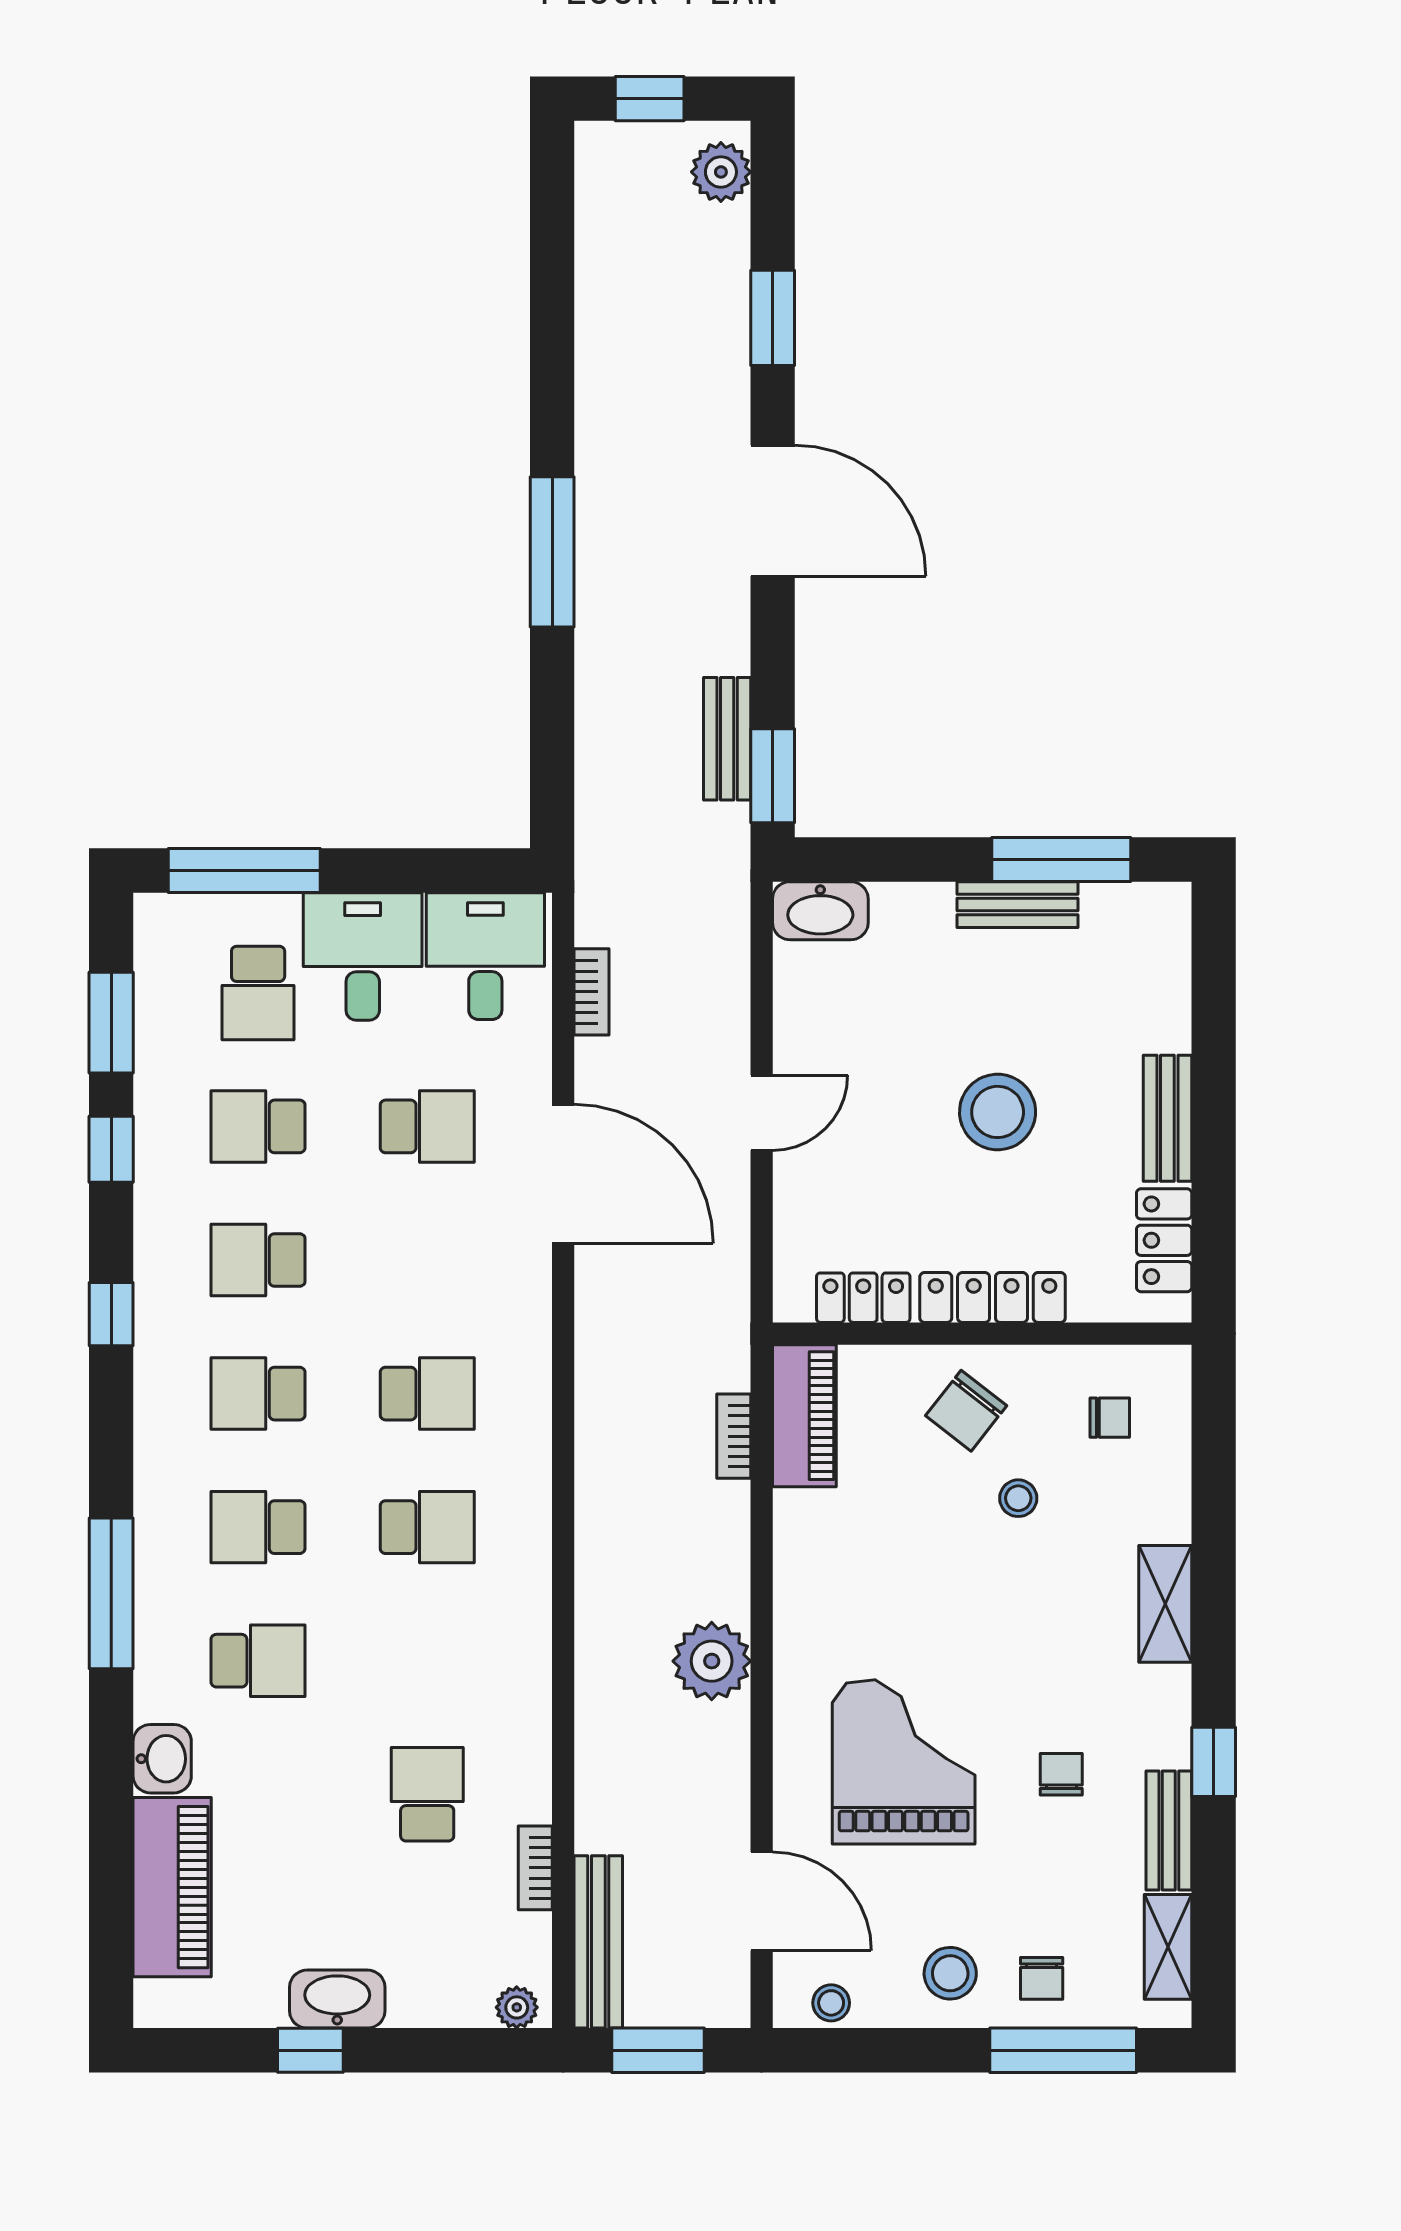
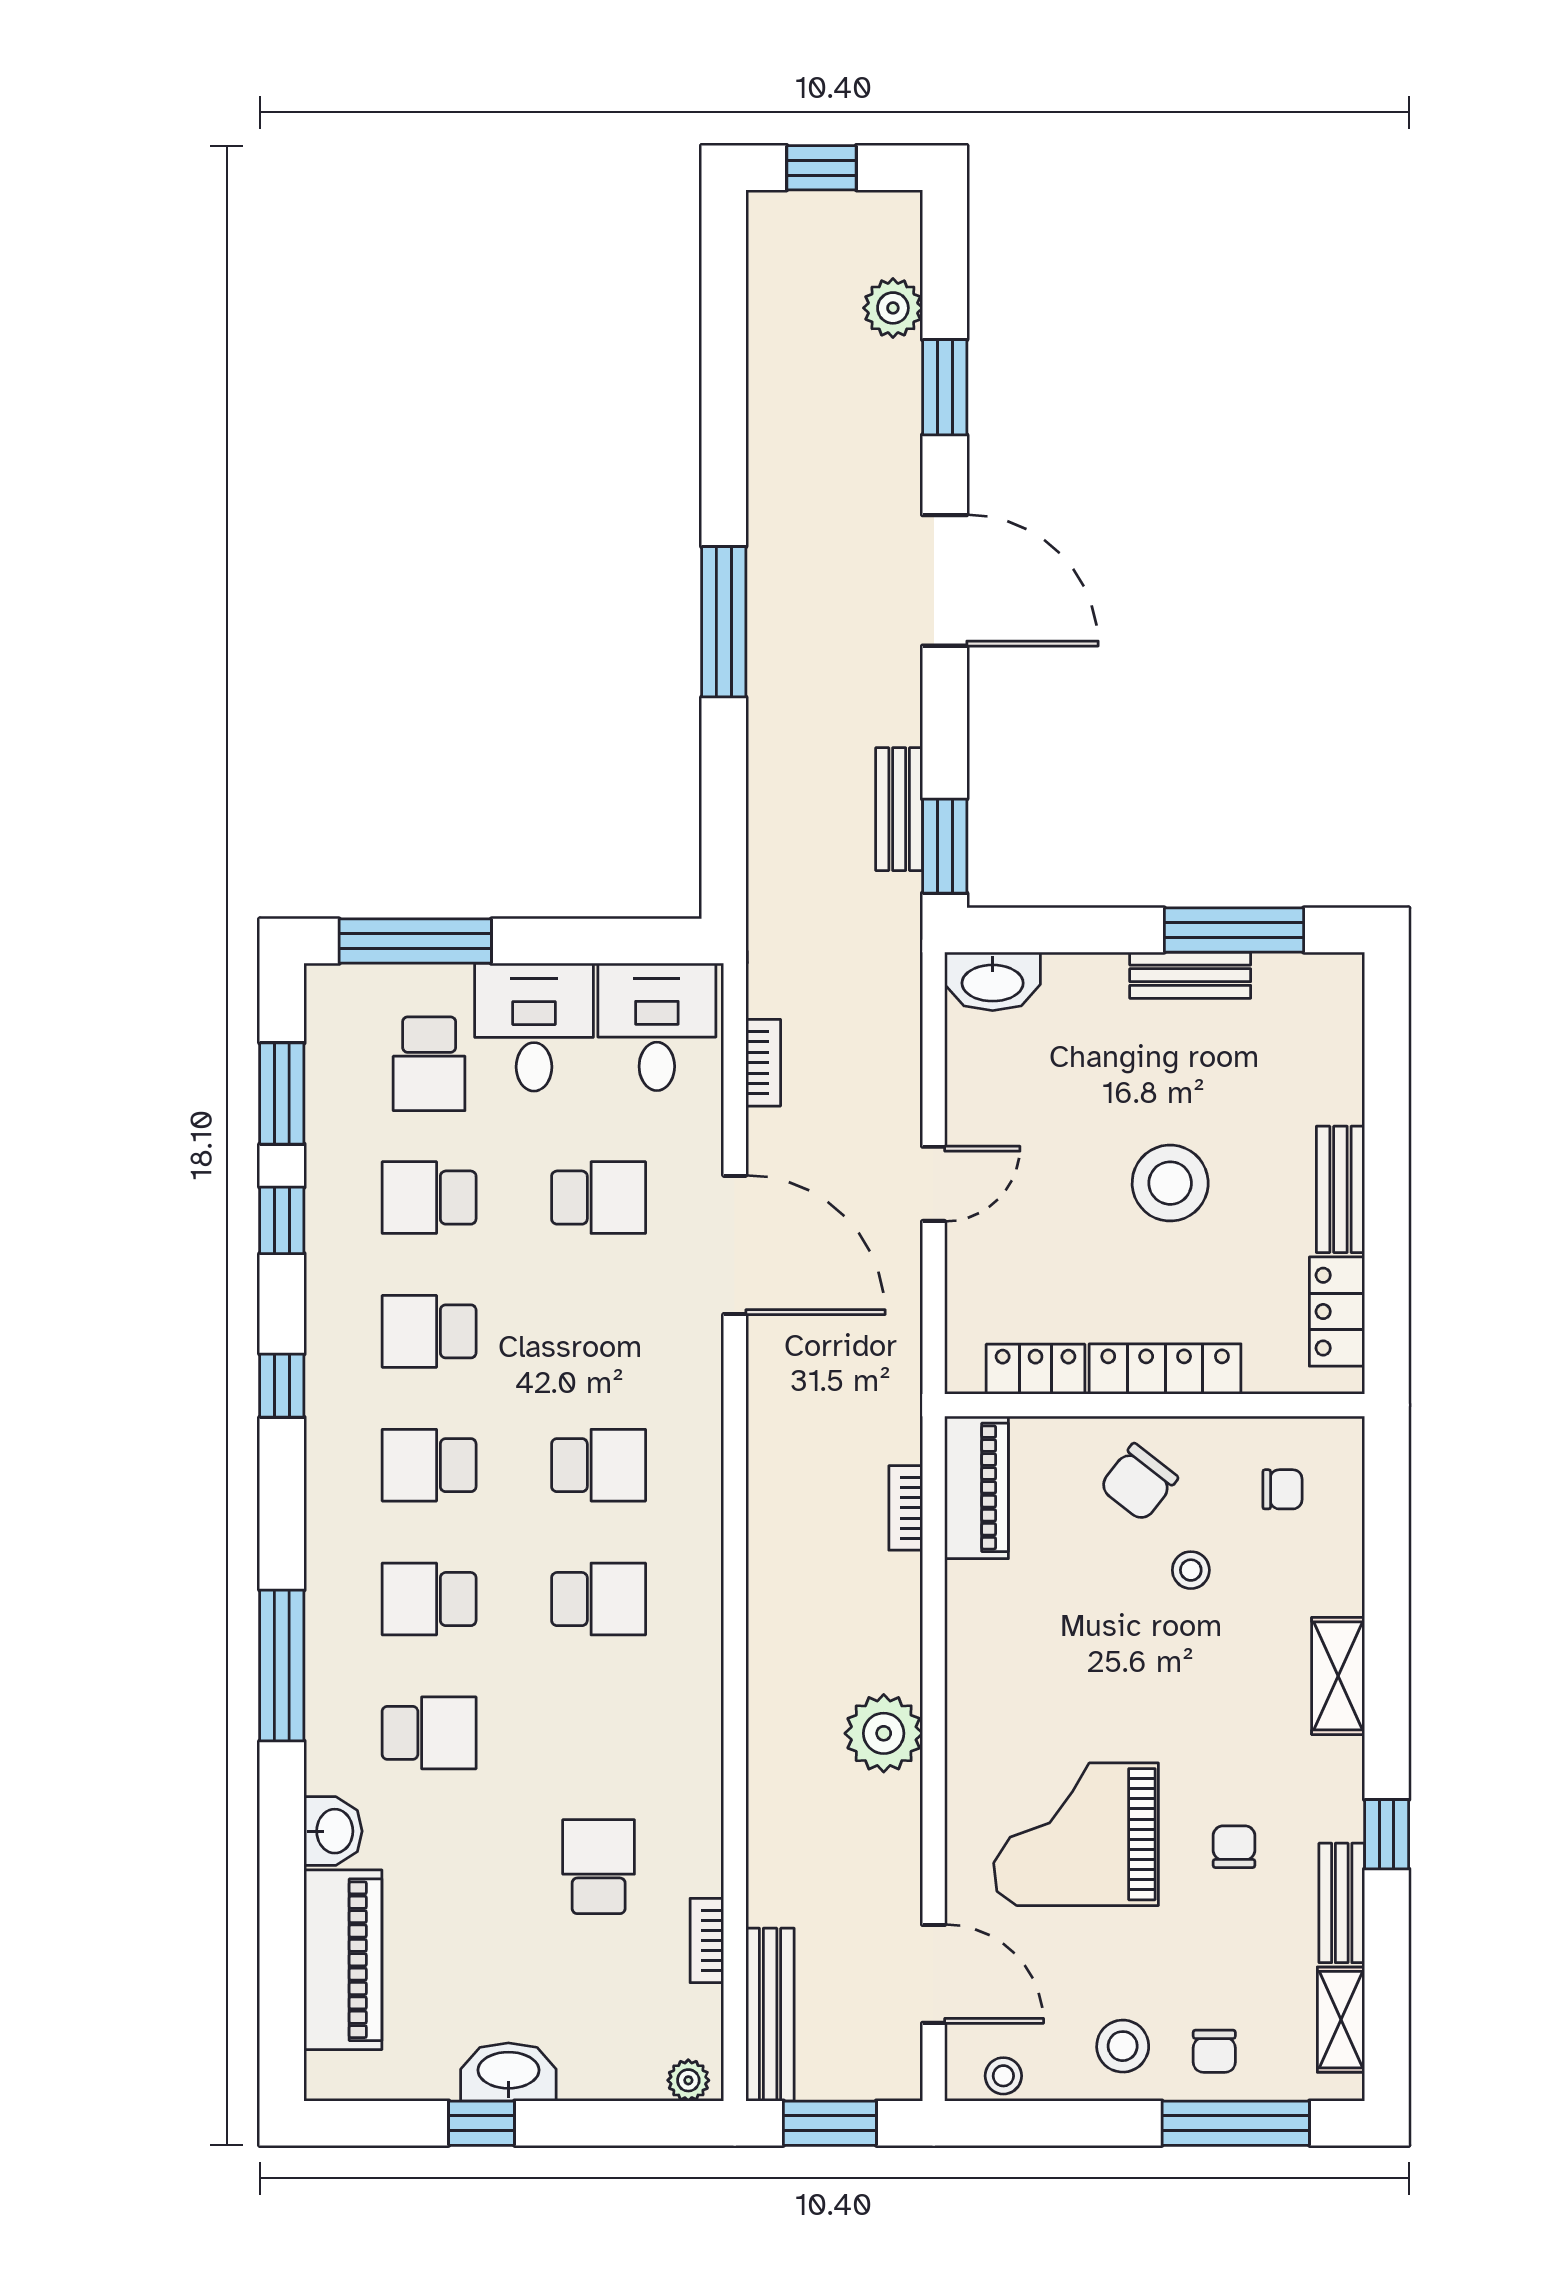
plant: (721, 172) -> (893, 308), moved
grand piano: (904, 1762) -> (1076, 1834), turned -90

